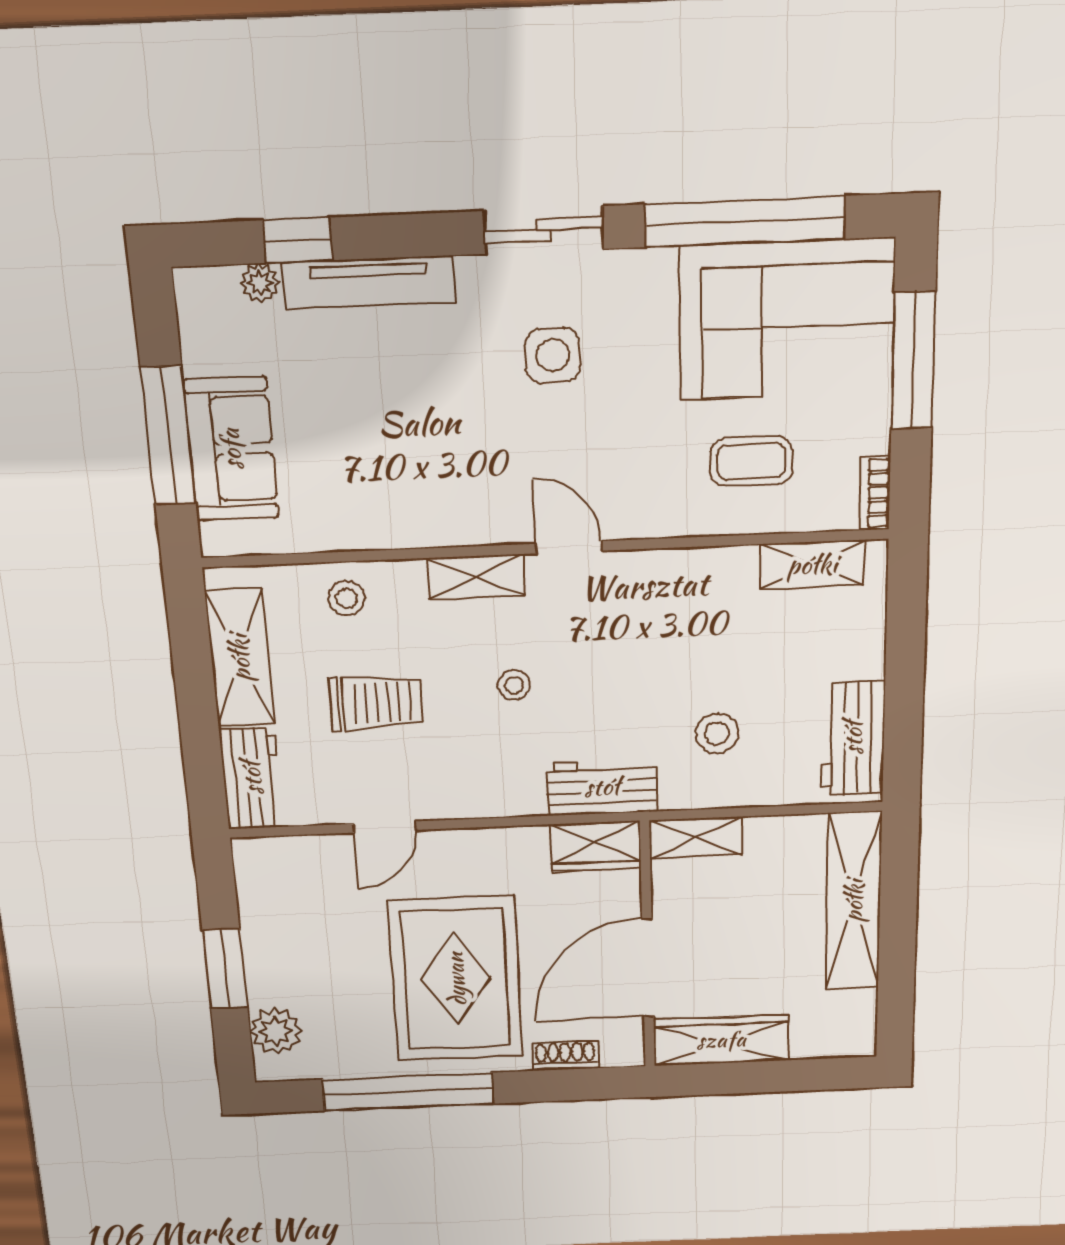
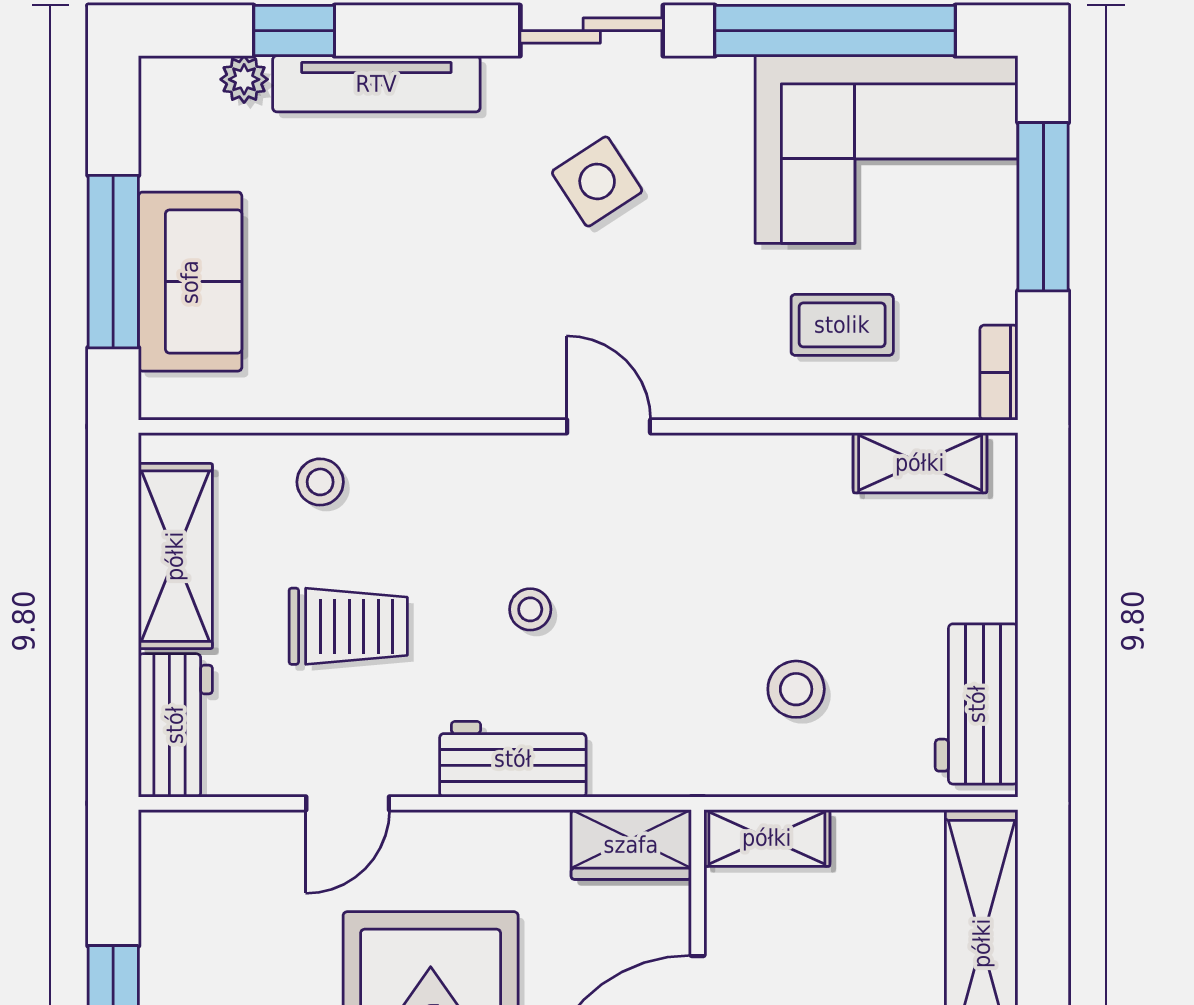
side table: (553, 355) -> (597, 181), turned -33
shelving: (476, 577) -> (488, 460), removed
workbench: (602, 787) -> (513, 759), moved

